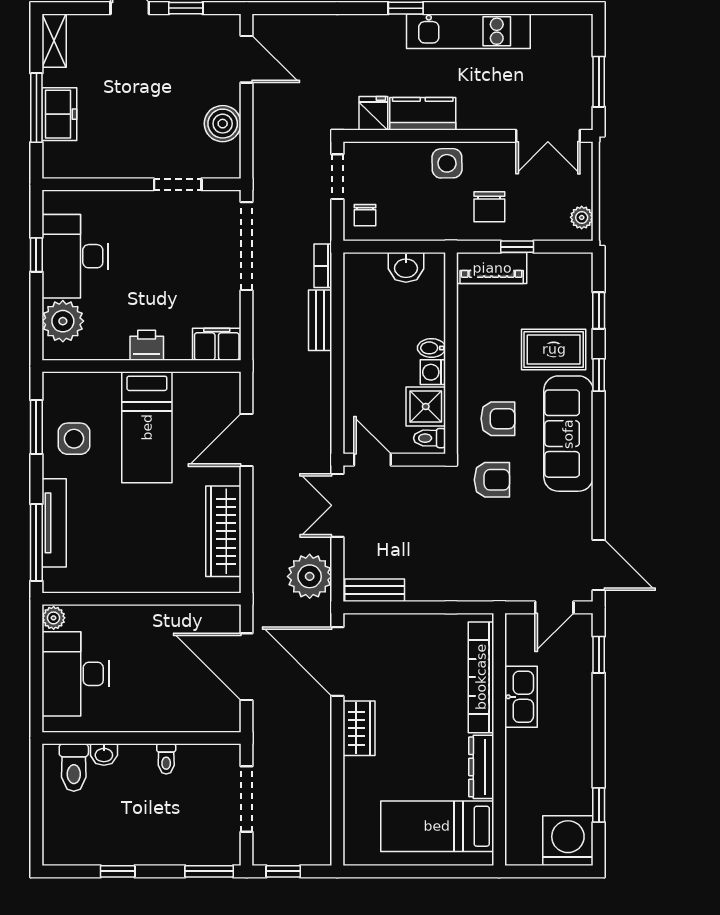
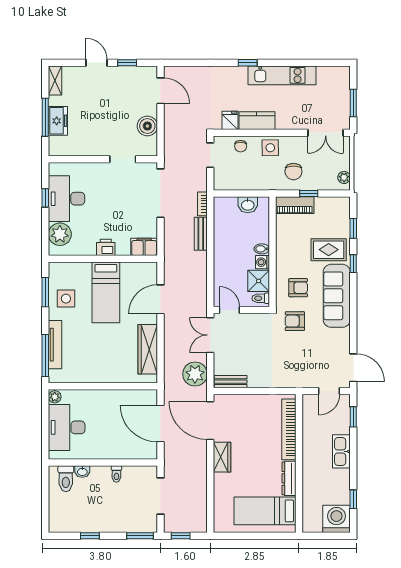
chair: (365, 215) -> (241, 146), moved
armchair: (492, 480) -> (295, 321), turned 180
kitchen sink: (521, 697) -> (341, 451), moved, turned 180

